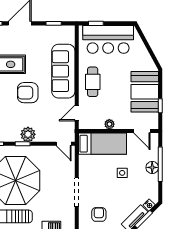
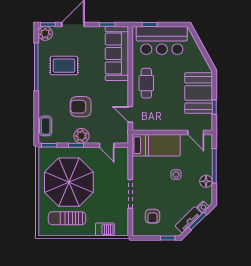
sofa: (63, 71) -> (117, 53), moved
armchair: (28, 93) -> (81, 107), moved
door: (77, 113) -> (130, 114), hinge flipped
plant: (109, 124) -> (163, 126), removed
door: (64, 144) -> (107, 145), moved
floor lamp: (152, 167) -> (206, 181), moved
armchair: (99, 214) -> (153, 216), turned 180

